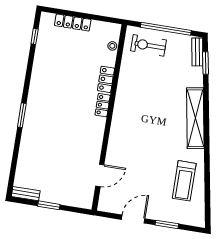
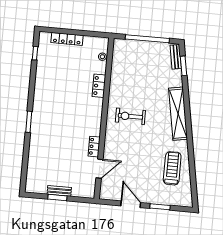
exercise bike: (149, 45) -> (130, 116), moved
locker: (103, 105) -> (94, 147), moved
treadmill: (184, 181) -> (172, 168), turned 180
bench: (26, 194) -> (59, 191), moved
door: (133, 219) -> (131, 204), hinge flipped

